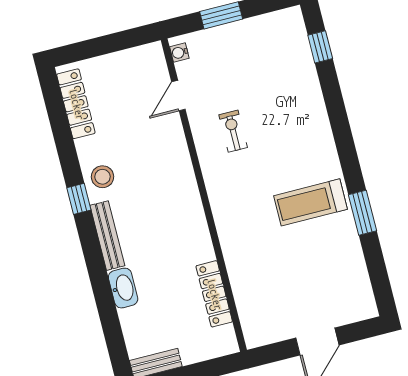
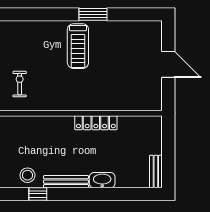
exercise bike: (233, 131) -> (20, 84), turned 90
locker: (214, 294) -> (96, 123), moved

